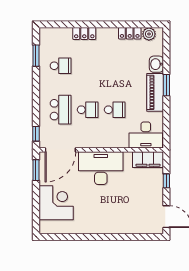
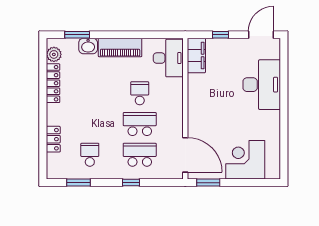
locker: (84, 33) -> (53, 139), moved
locker: (130, 33) -> (53, 83), width x1.53
window: (166, 85) -> (77, 35), moved
school desk: (88, 110) -> (140, 124), width x1.85
window: (36, 134) -> (131, 183), moved
desk: (101, 168) -> (262, 85), moved, turned 180

